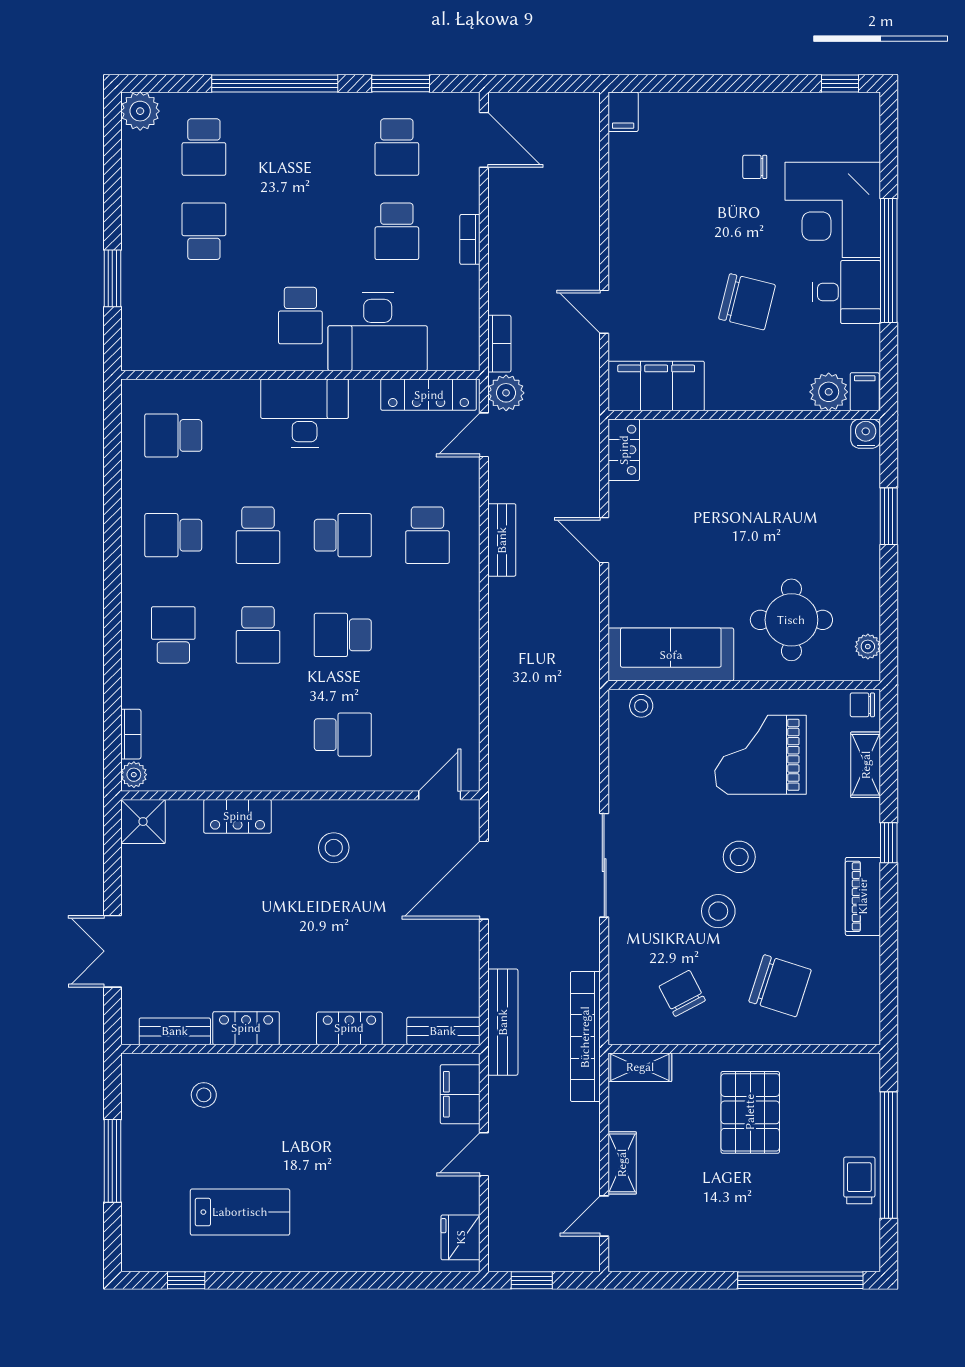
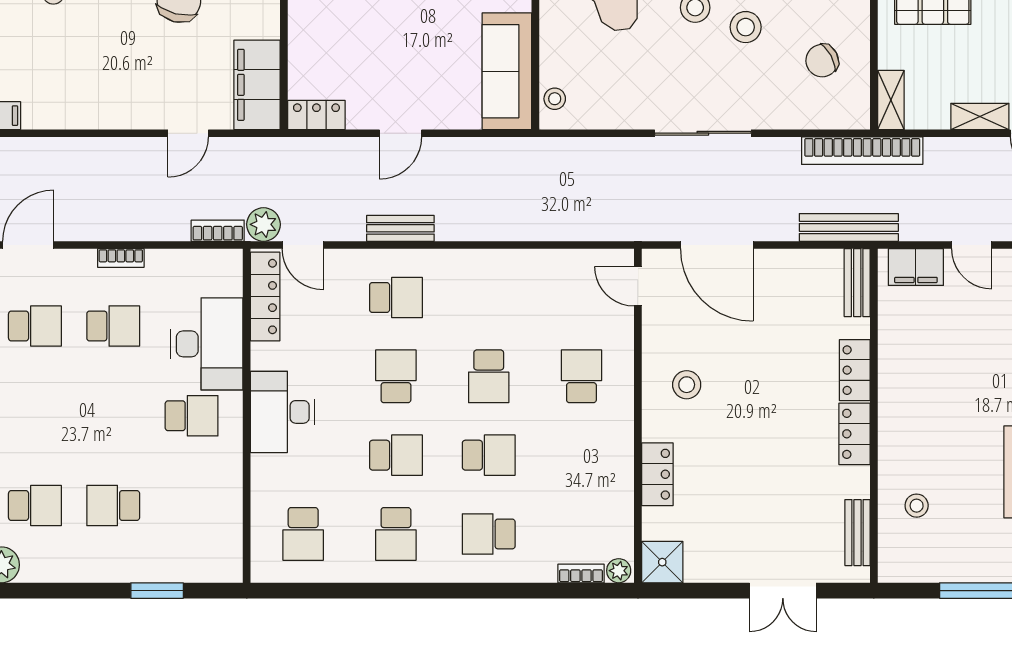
locker: (246, 1028) -> (855, 434), moved

